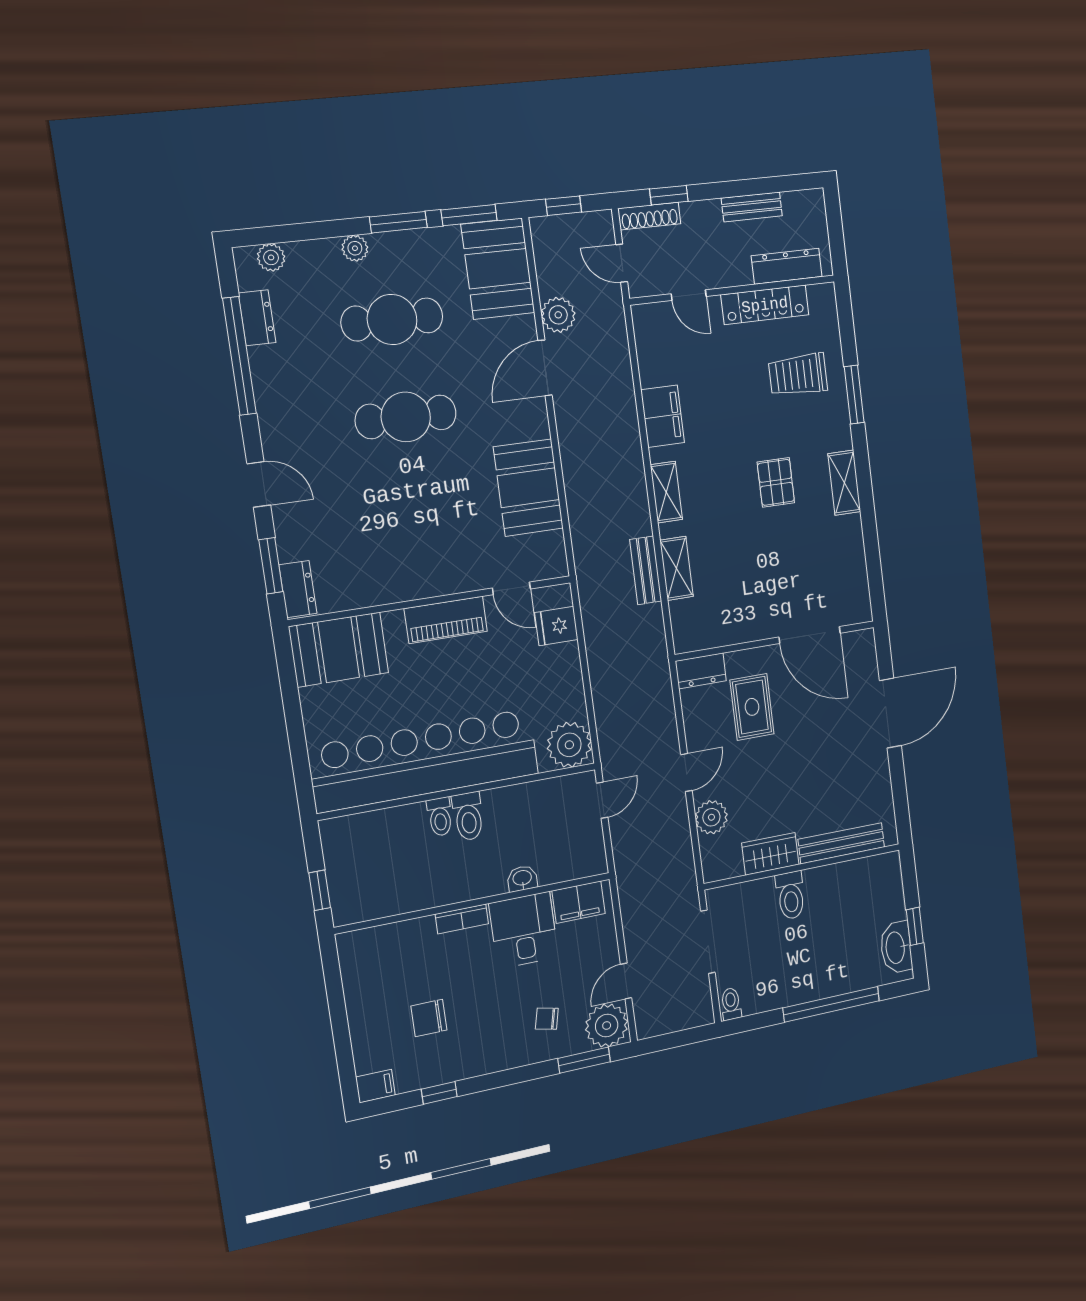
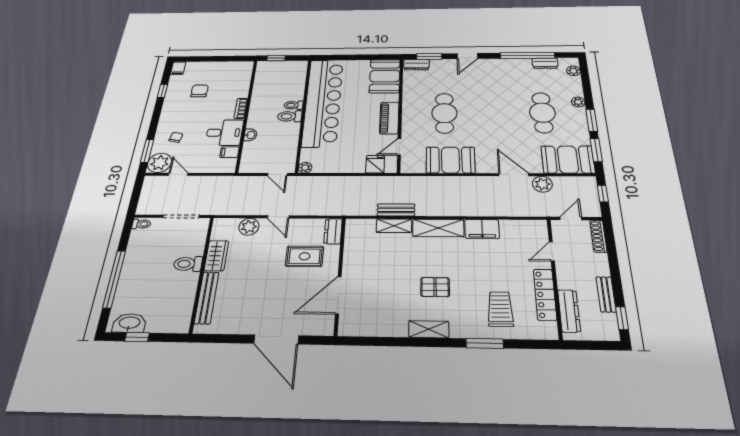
window: (669, 195) -> (622, 318), moved
cafe table: (406, 417) -> (444, 113), moved
shelving: (666, 492) -> (438, 228), width x1.50, depth x1.33
plant: (569, 745) -> (305, 168), width x0.53, depth x0.53
filing cabinet: (579, 902) -> (229, 152), width x0.50

